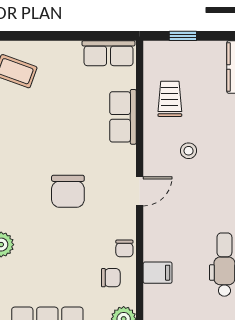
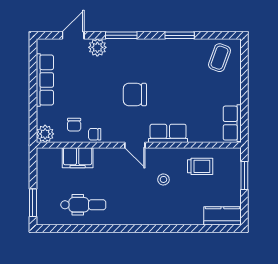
window: (183, 36) -> (244, 175), width x1.50
row of seats: (123, 117) -> (168, 133), moved
filing cabinet: (158, 273) -> (78, 158), width x2.00

